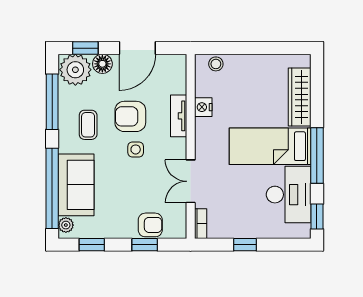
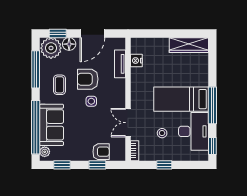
stool: (216, 64) -> (162, 133), moved
wardrobe: (300, 97) -> (189, 45), moved, turned -90
nightstand: (203, 107) -> (136, 61), moved
tv unit: (179, 116) -> (120, 64), moved

